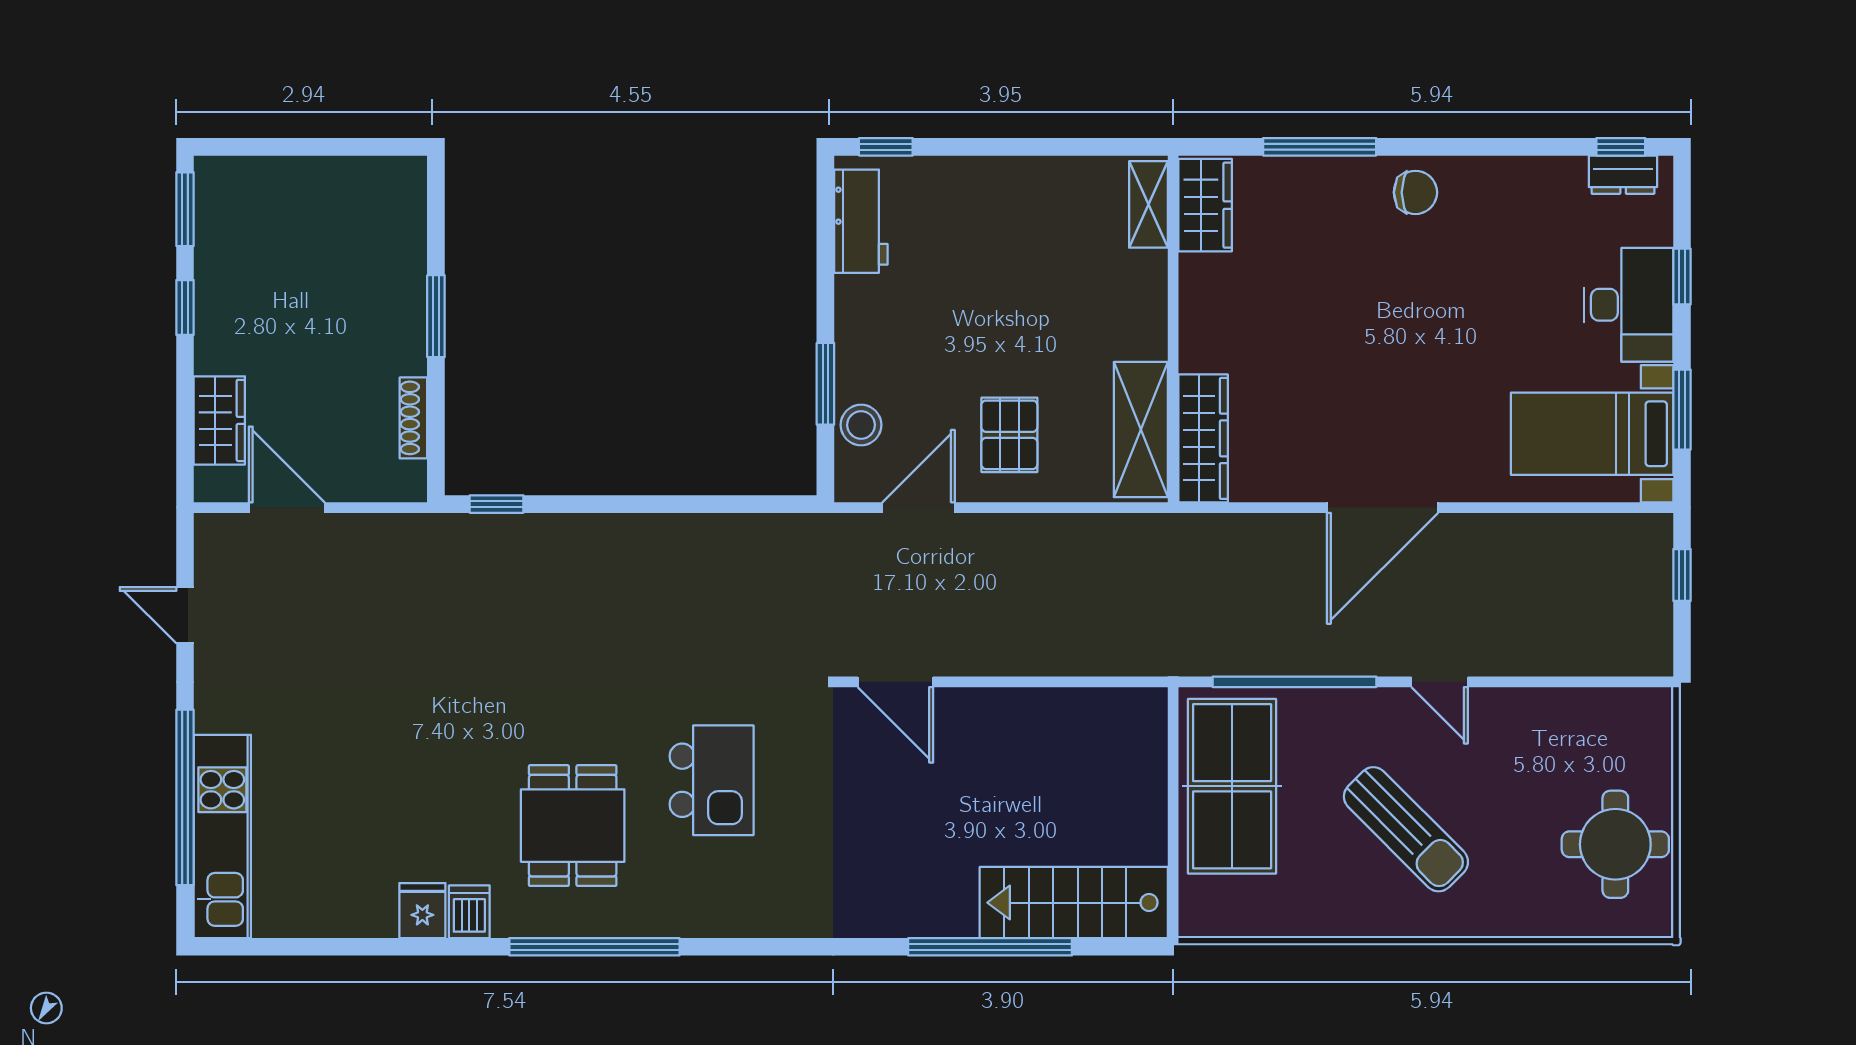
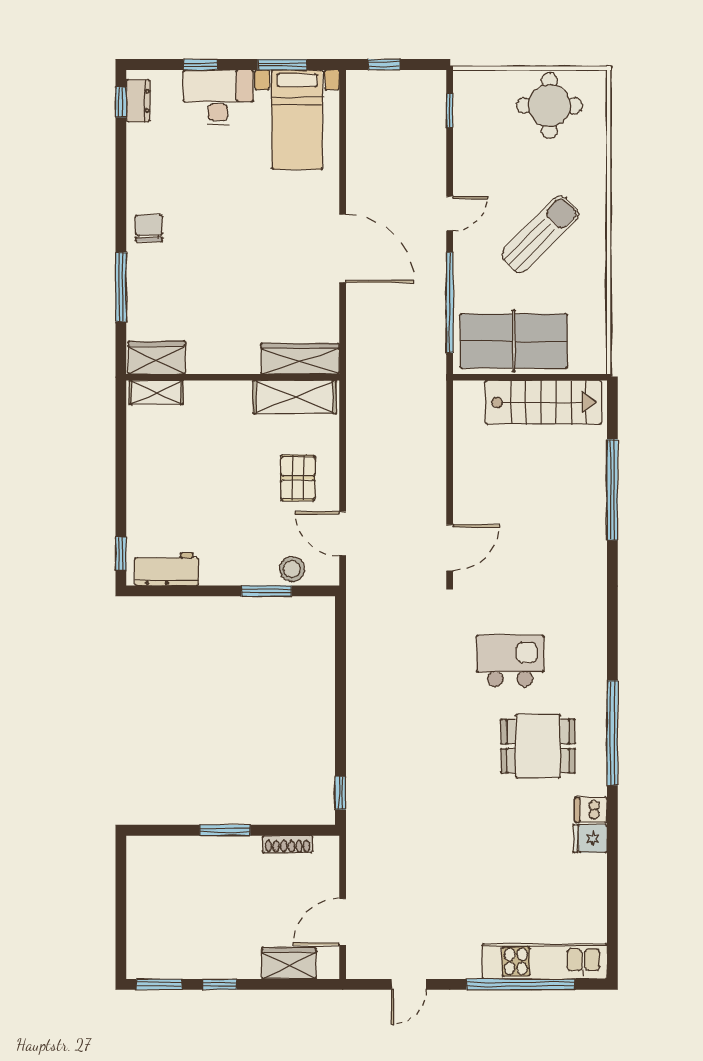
pallet: (1009, 435) -> (298, 478), turned 90
window: (1607, 682) -> (450, 111), added
stairs: (1074, 903) -> (543, 402), moved, turned -90

